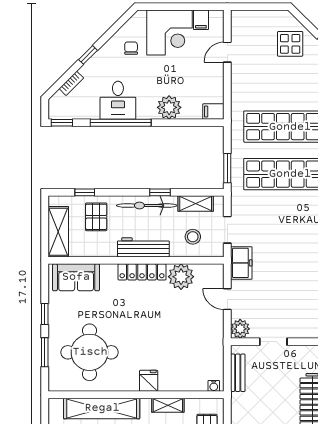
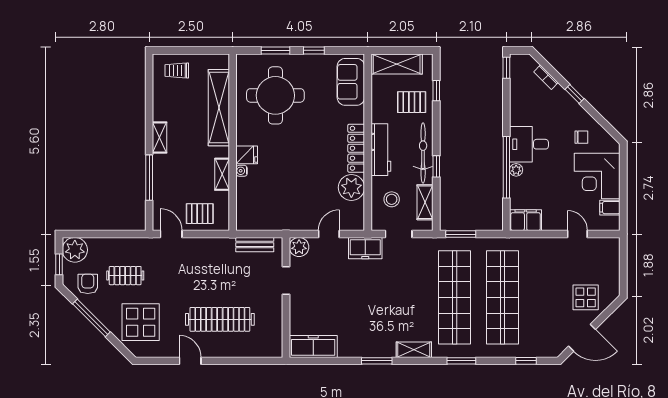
desk: (118, 100) -> (529, 144), moved
plant: (169, 107) -> (516, 170), width x0.53, depth x0.53
filing cabinet: (213, 112) -> (526, 220), width x2.00
window: (121, 123) -> (506, 167), moved
water cooler: (214, 386) -> (242, 171), moved

